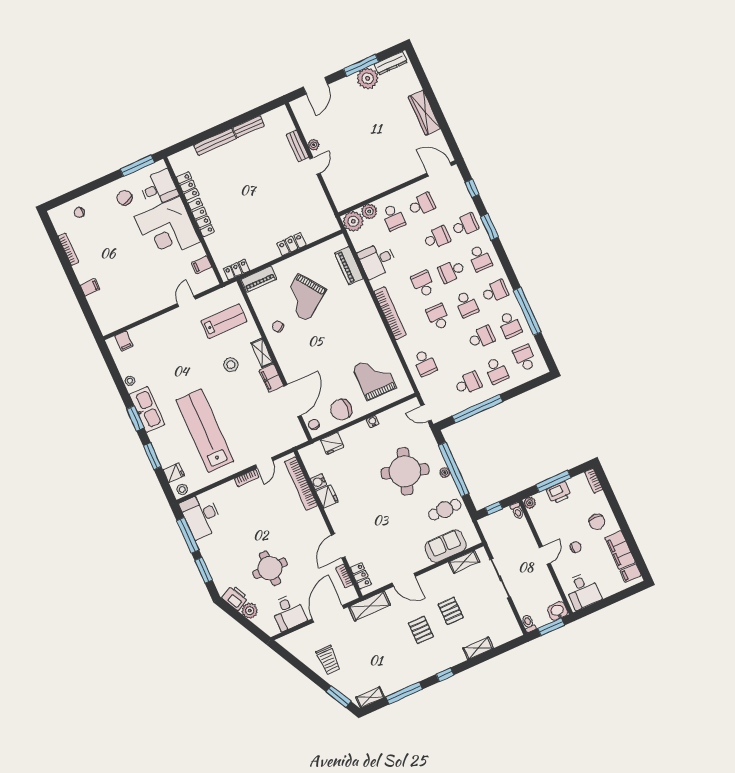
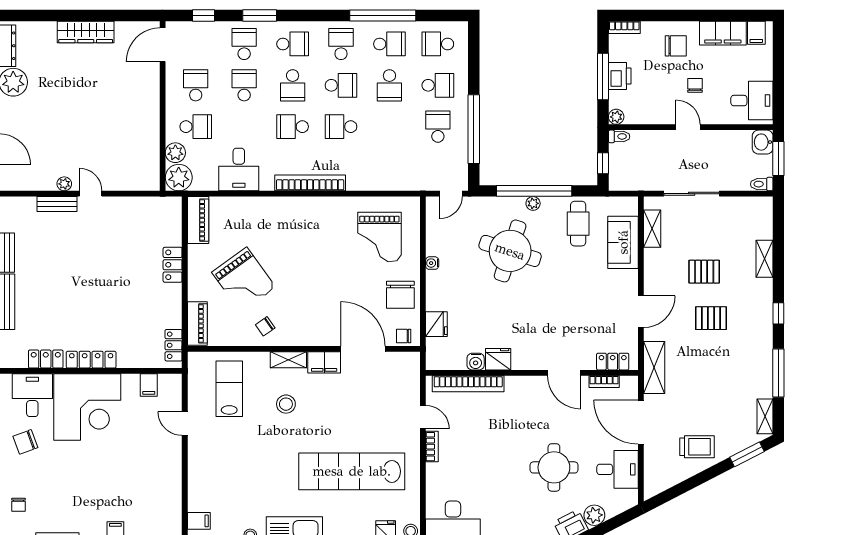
piano: (349, 266) -> (198, 220), moved, turned -90
school desk: (481, 337) -> (389, 85), turned 180
school desk: (425, 363) -> (389, 168), removed
grand piano: (374, 377) -> (379, 237), turned -90

